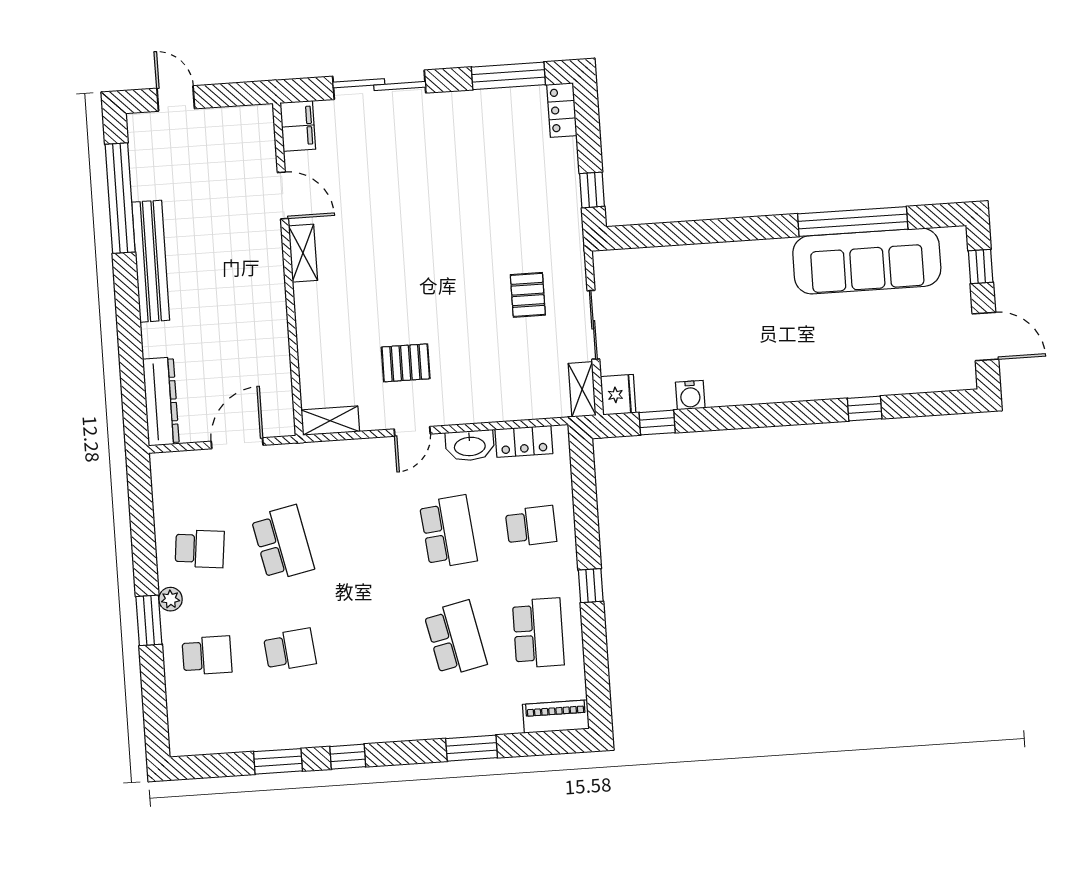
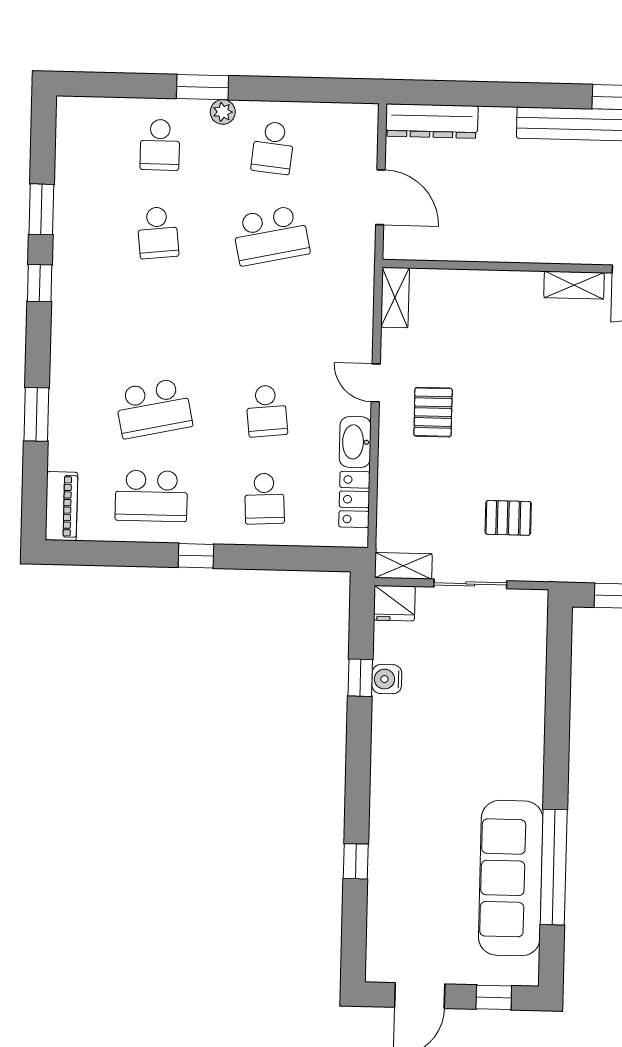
pallet: (406, 363) -> (433, 412), moved
window: (657, 423) -> (360, 678), moved
school desk: (448, 532) -> (267, 411), width x0.54

